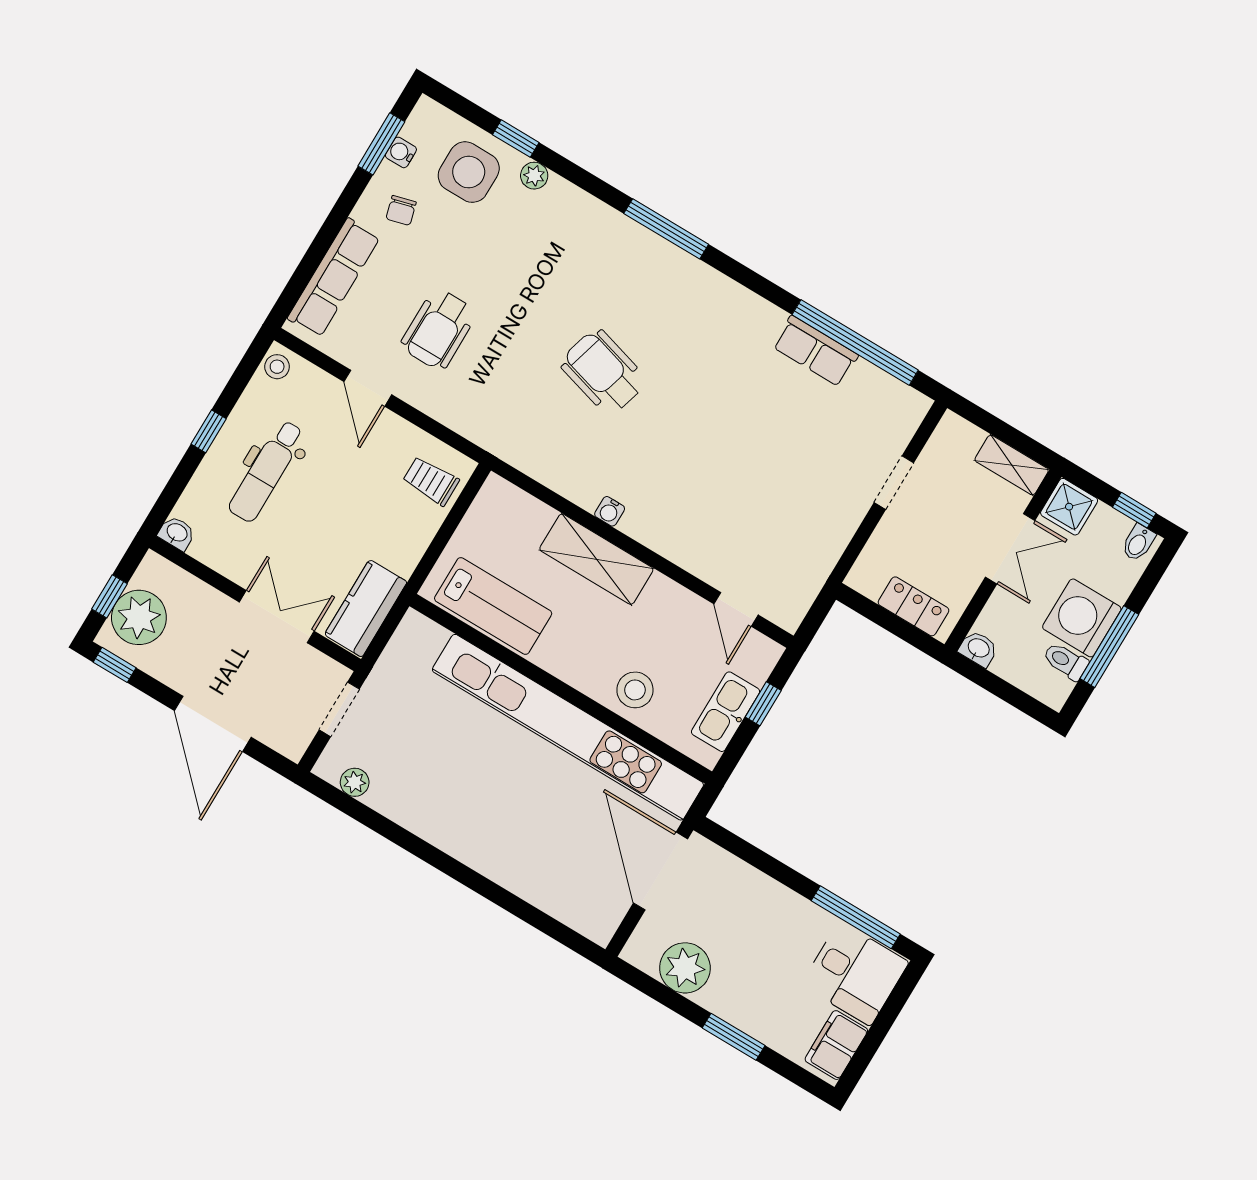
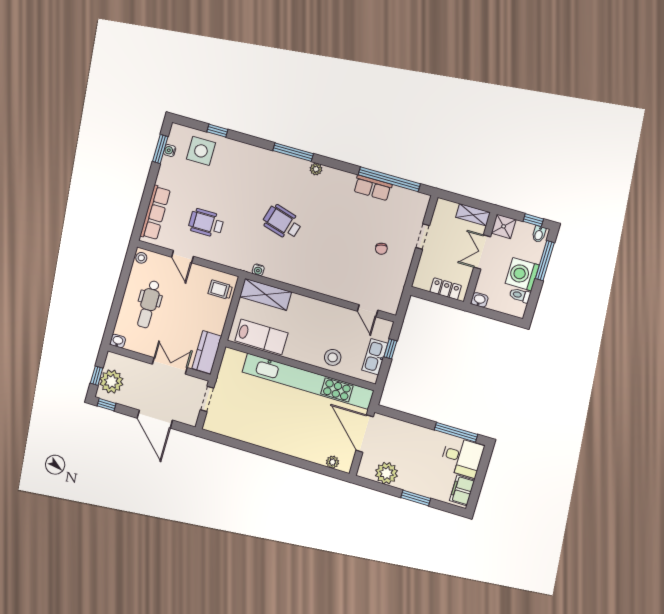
plant: (534, 176) -> (316, 169), moved
chair: (401, 210) -> (381, 249), moved
wheelchair: (439, 329) -> (206, 223), turned 90
window: (209, 431) -> (120, 294), removed
water cooler: (610, 511) -> (258, 270), moved
double door: (1010, 549) -> (482, 252), swing flipped
shelving: (596, 559) -> (266, 294), moved
window: (1109, 647) -> (545, 261), moved
plant: (355, 782) -> (332, 462), moved

